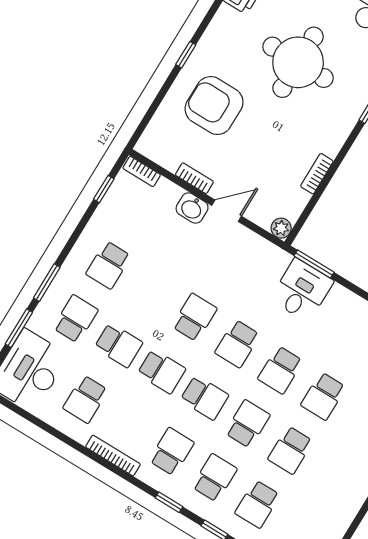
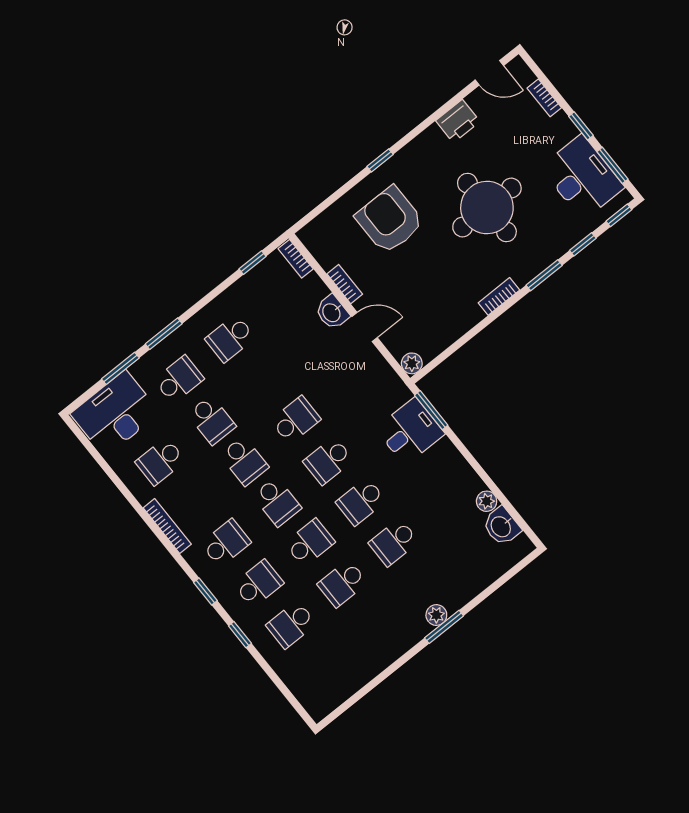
bookcase: (317, 174) -> (499, 296), moved

